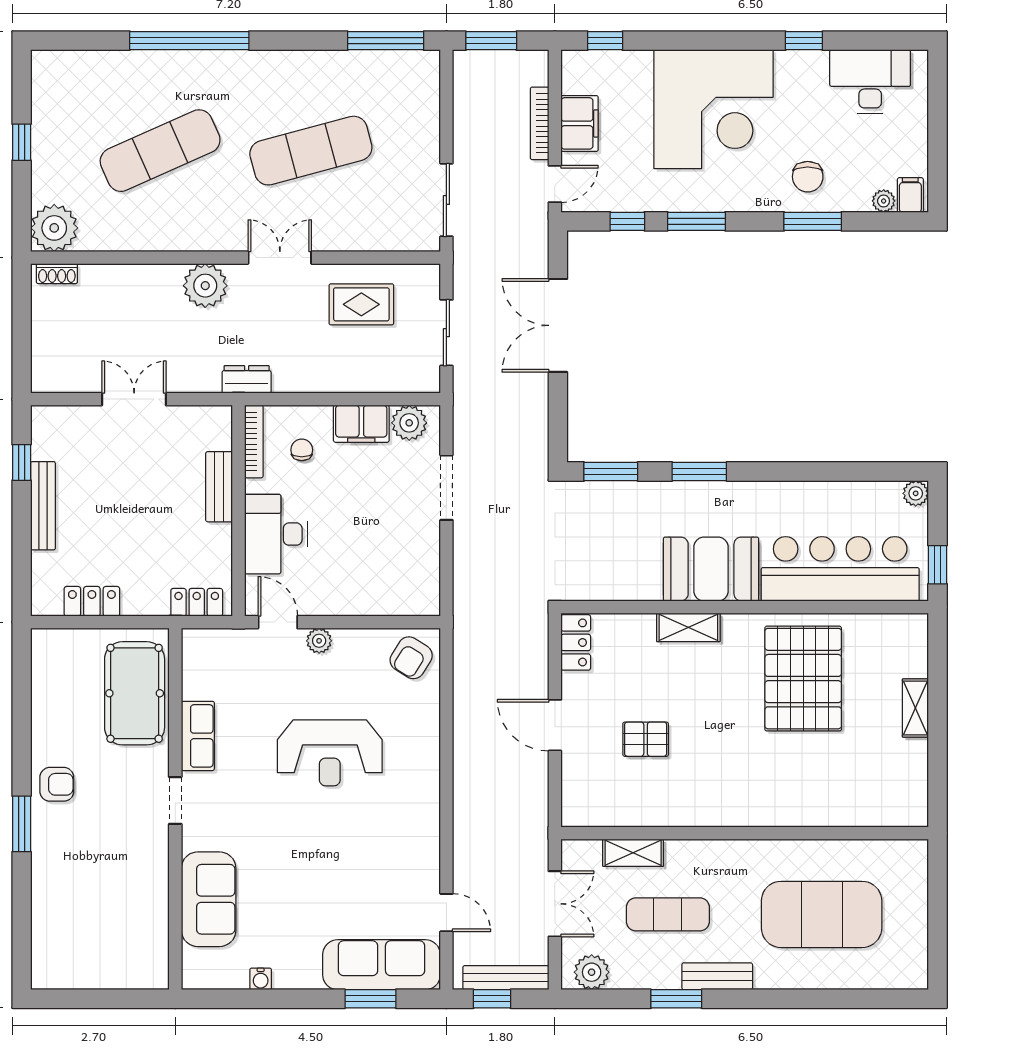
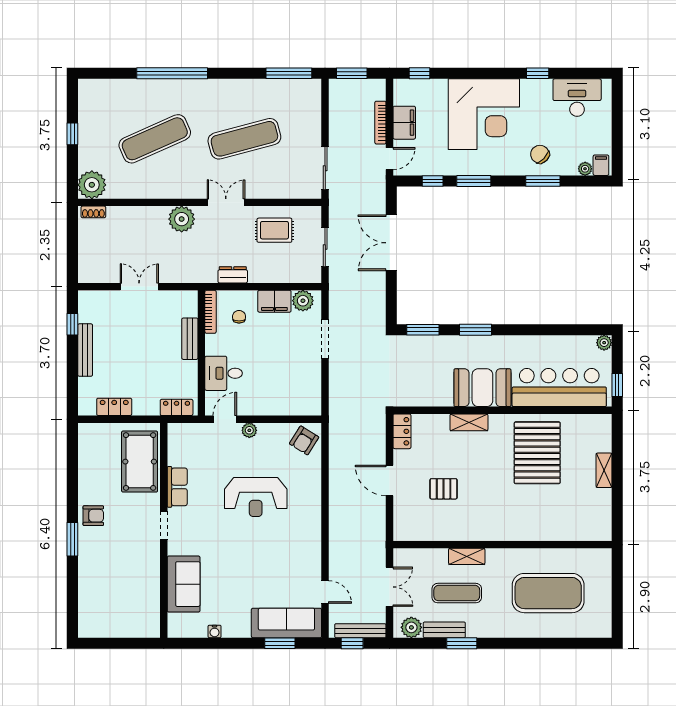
chair: (808, 177) -> (540, 154), turned 134
dresser: (247, 379) -> (233, 275), moved
desk: (276, 534) -> (224, 373), width x0.73
door: (278, 622) -> (225, 419), hinge flipped
shelving: (633, 853) -> (467, 556), moved
bench: (717, 976) -> (444, 630), moved

